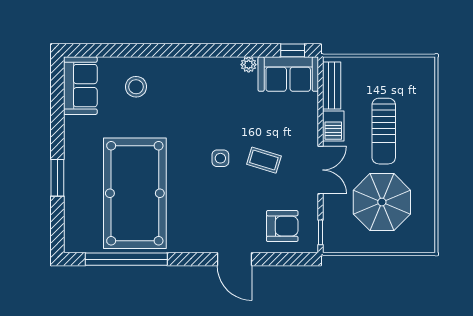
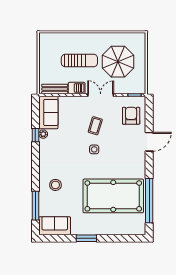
window: (117, 50) -> (35, 206), added
window: (293, 50) -> (35, 135), moved
stool: (136, 87) -> (55, 185), moved
window: (57, 178) -> (86, 238), moved

